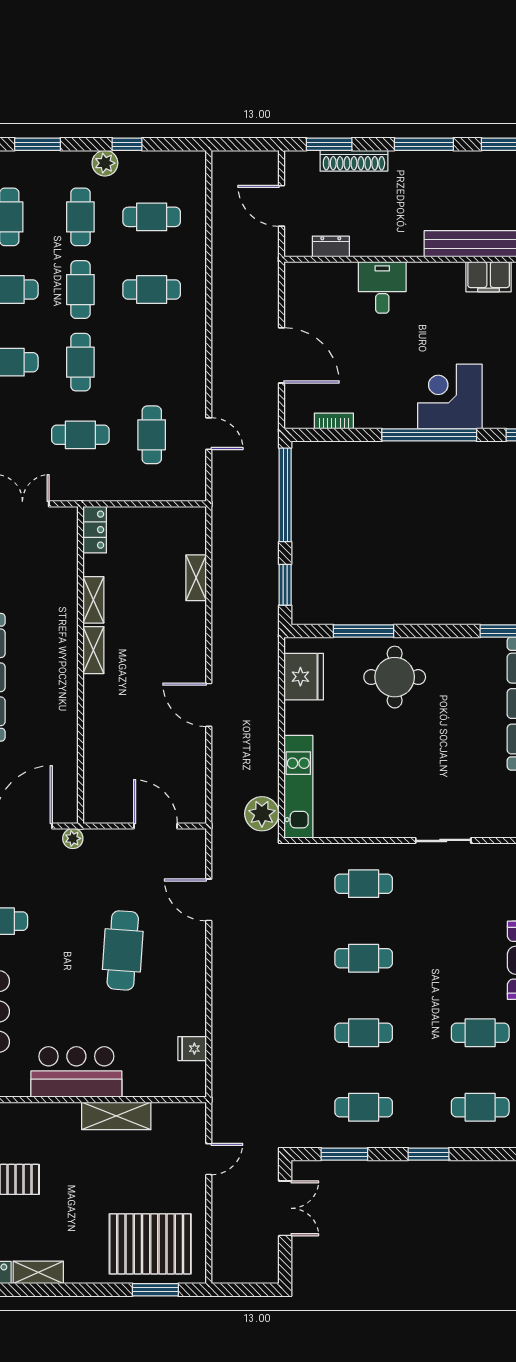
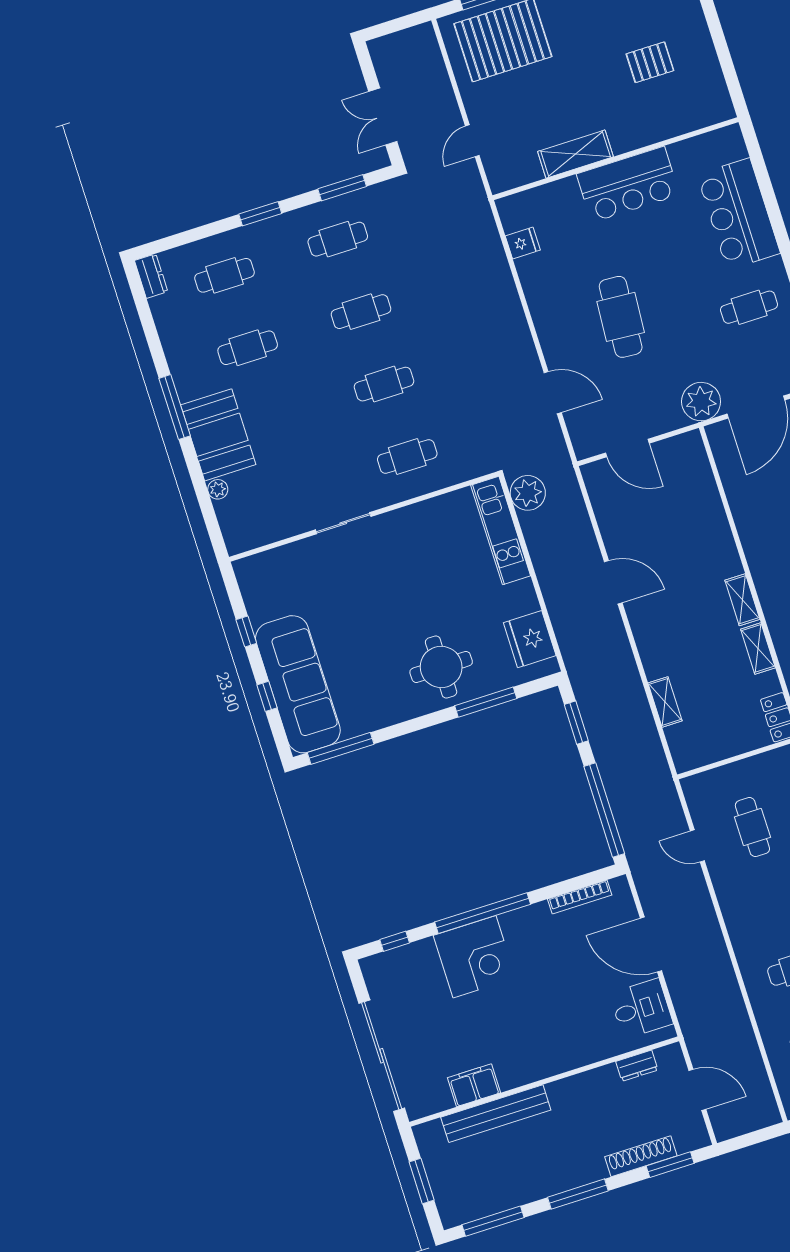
desk: (382, 287) -> (641, 1009), moved, turned -90
bookcase: (334, 421) -> (580, 897), width x1.56
plant: (73, 838) -> (701, 402), width x1.87, depth x1.87

